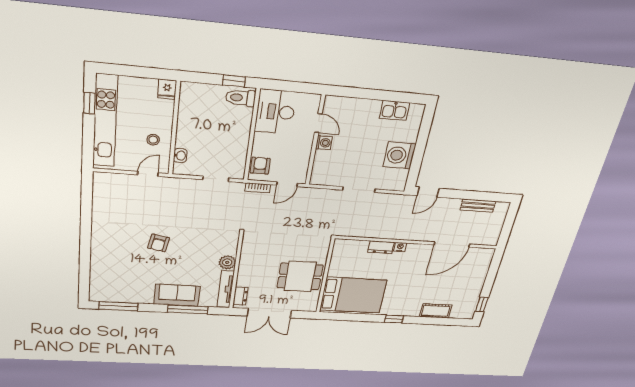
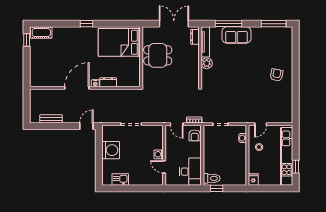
door: (287, 184) -> (177, 124), swing flipped
armchair: (159, 243) -> (277, 75), moved
door: (452, 244) -> (77, 88), moved
cot: (436, 311) -> (41, 32), moved

